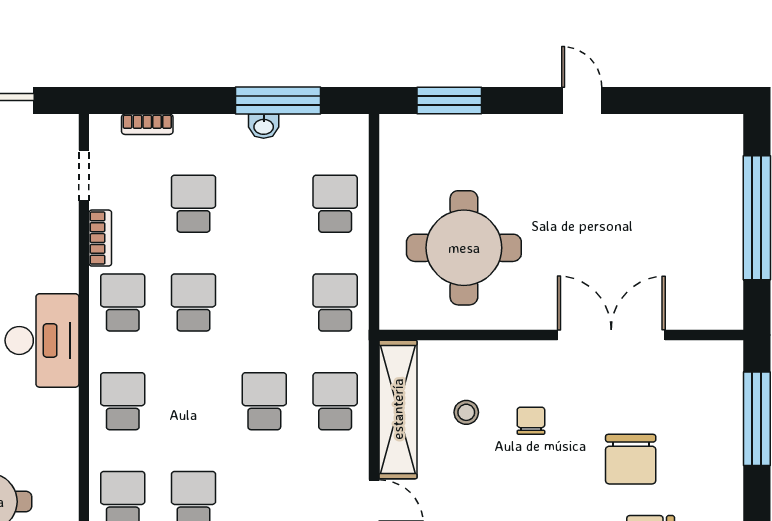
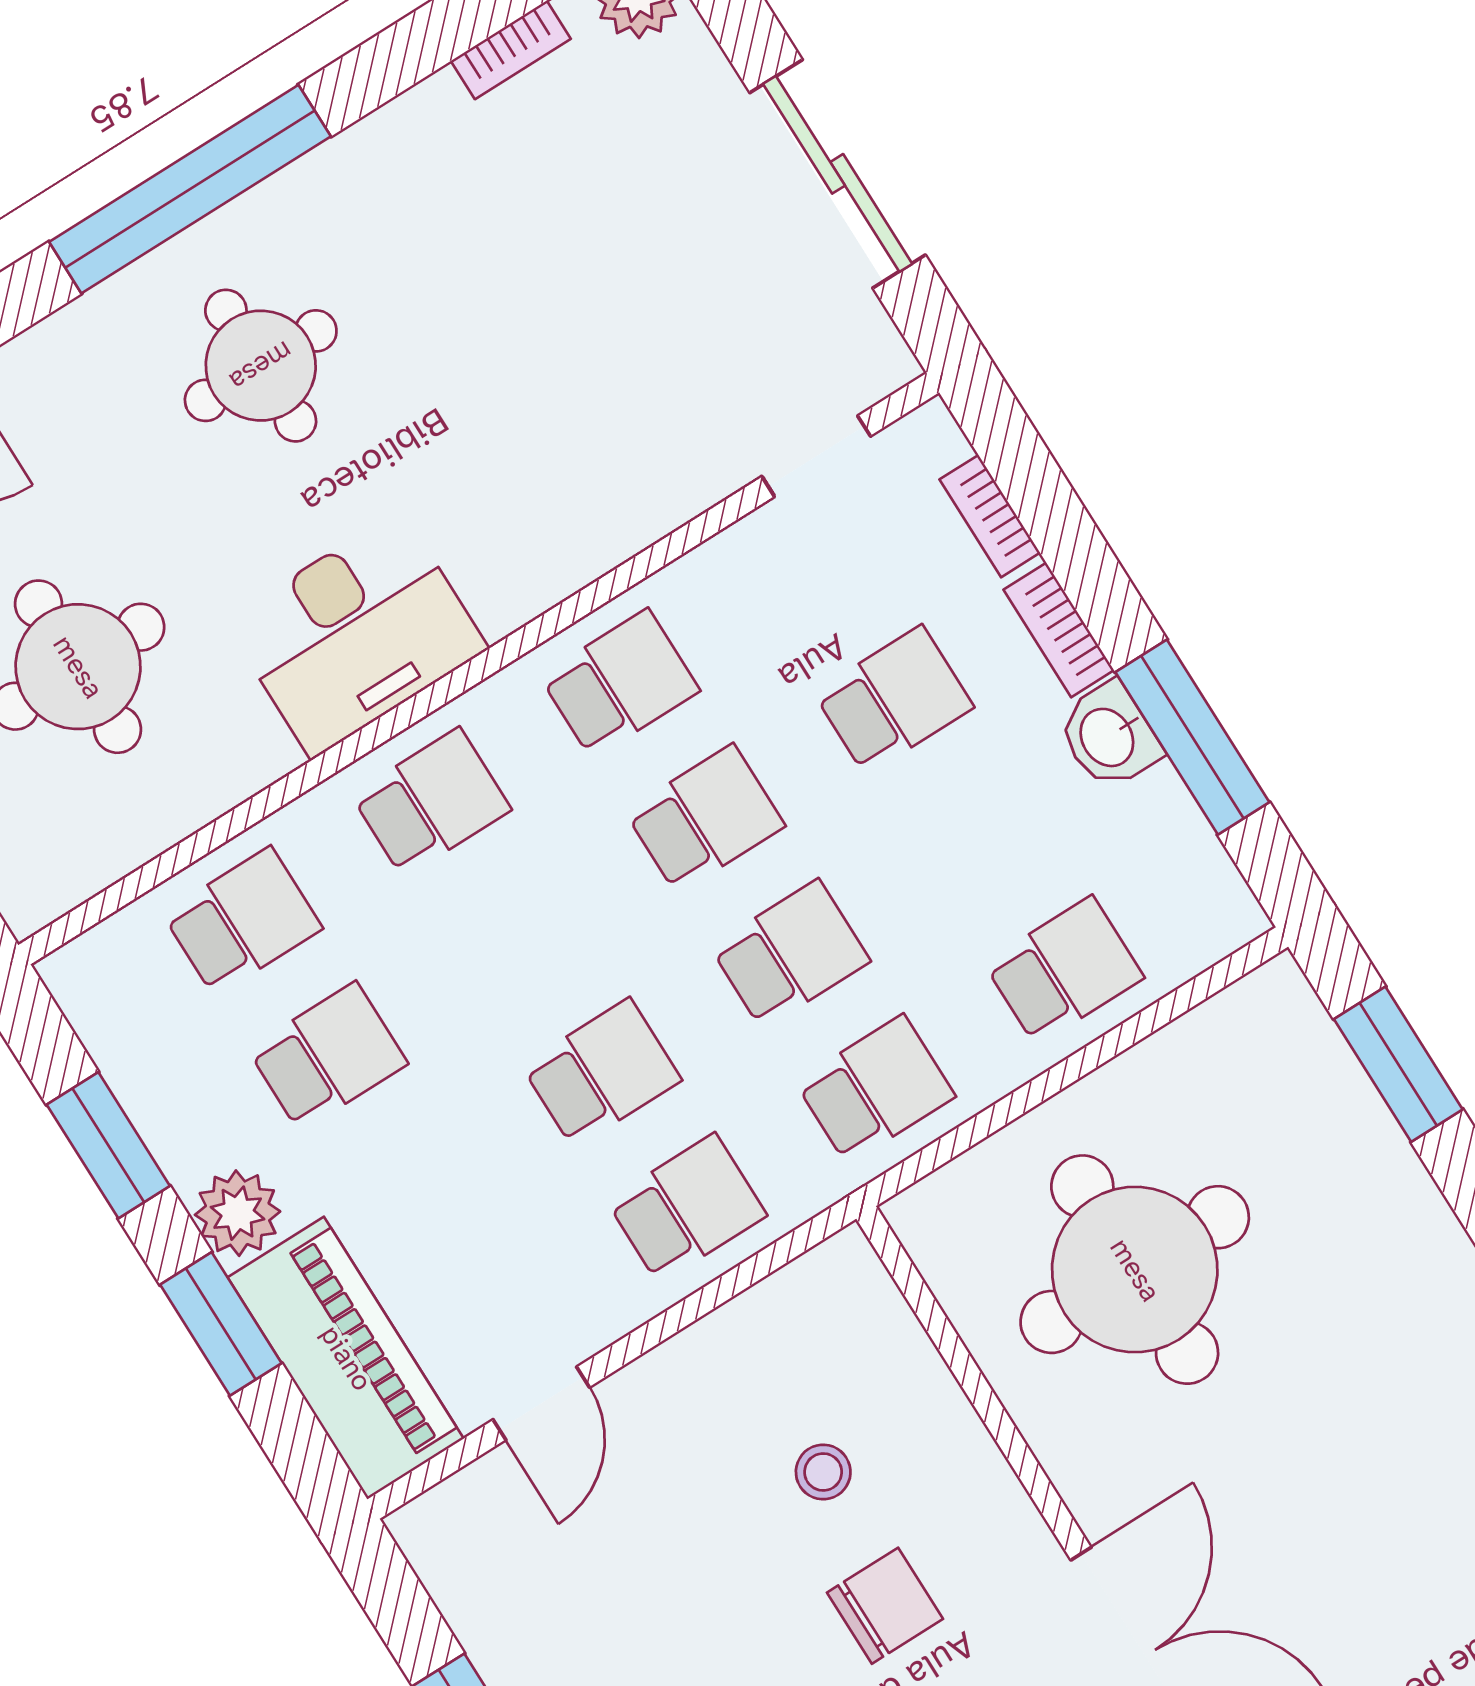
washbasin: (264, 126) -> (1109, 736), width x1.38, depth x1.45
bookcase: (100, 238) -> (1059, 630), moved, turned 90
school desk: (264, 302) -> (790, 954), added
desk: (42, 340) -> (356, 634), moved
shelving: (398, 409) -> (747, 1338), removed
chair: (531, 421) -> (885, 1606), width x1.37, depth x1.37

